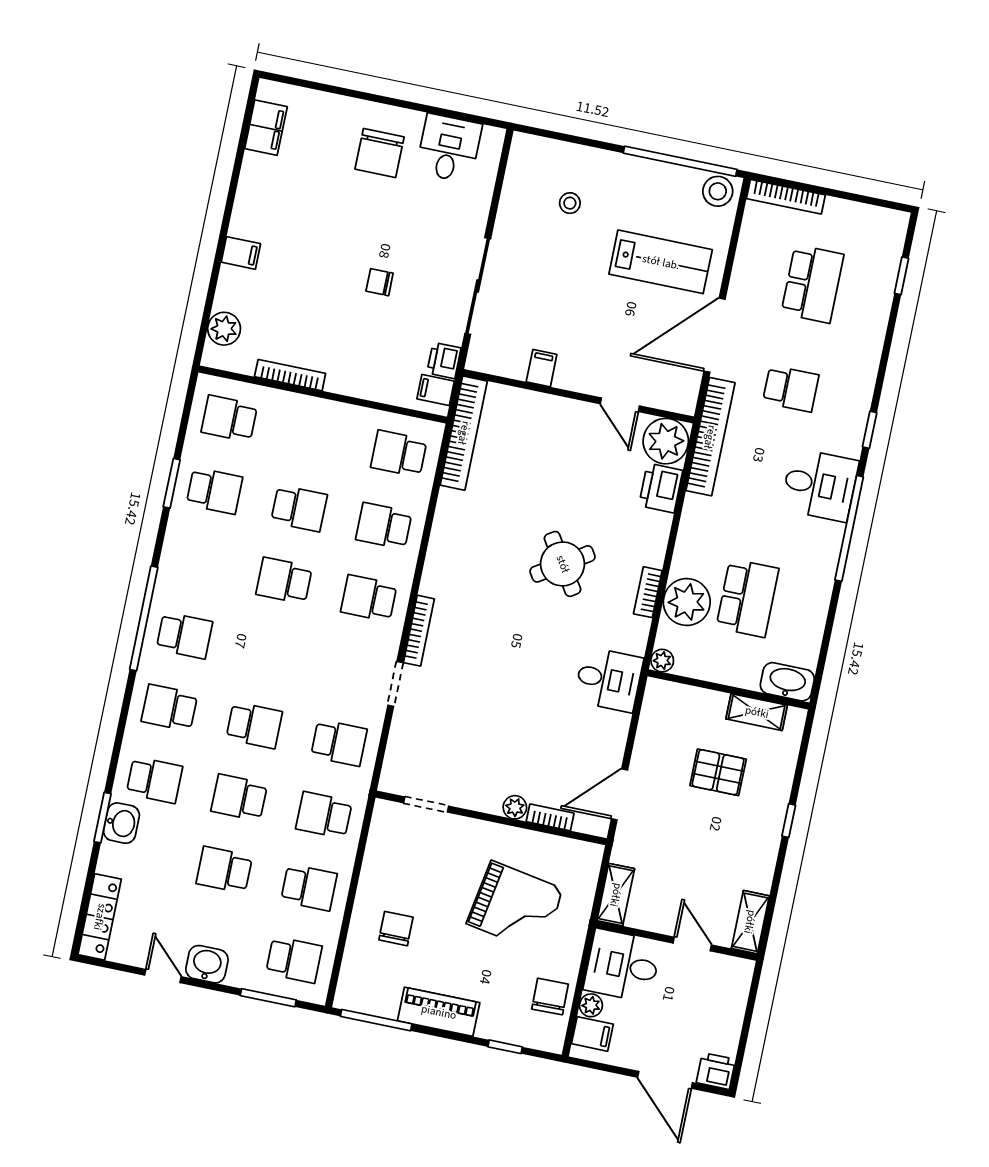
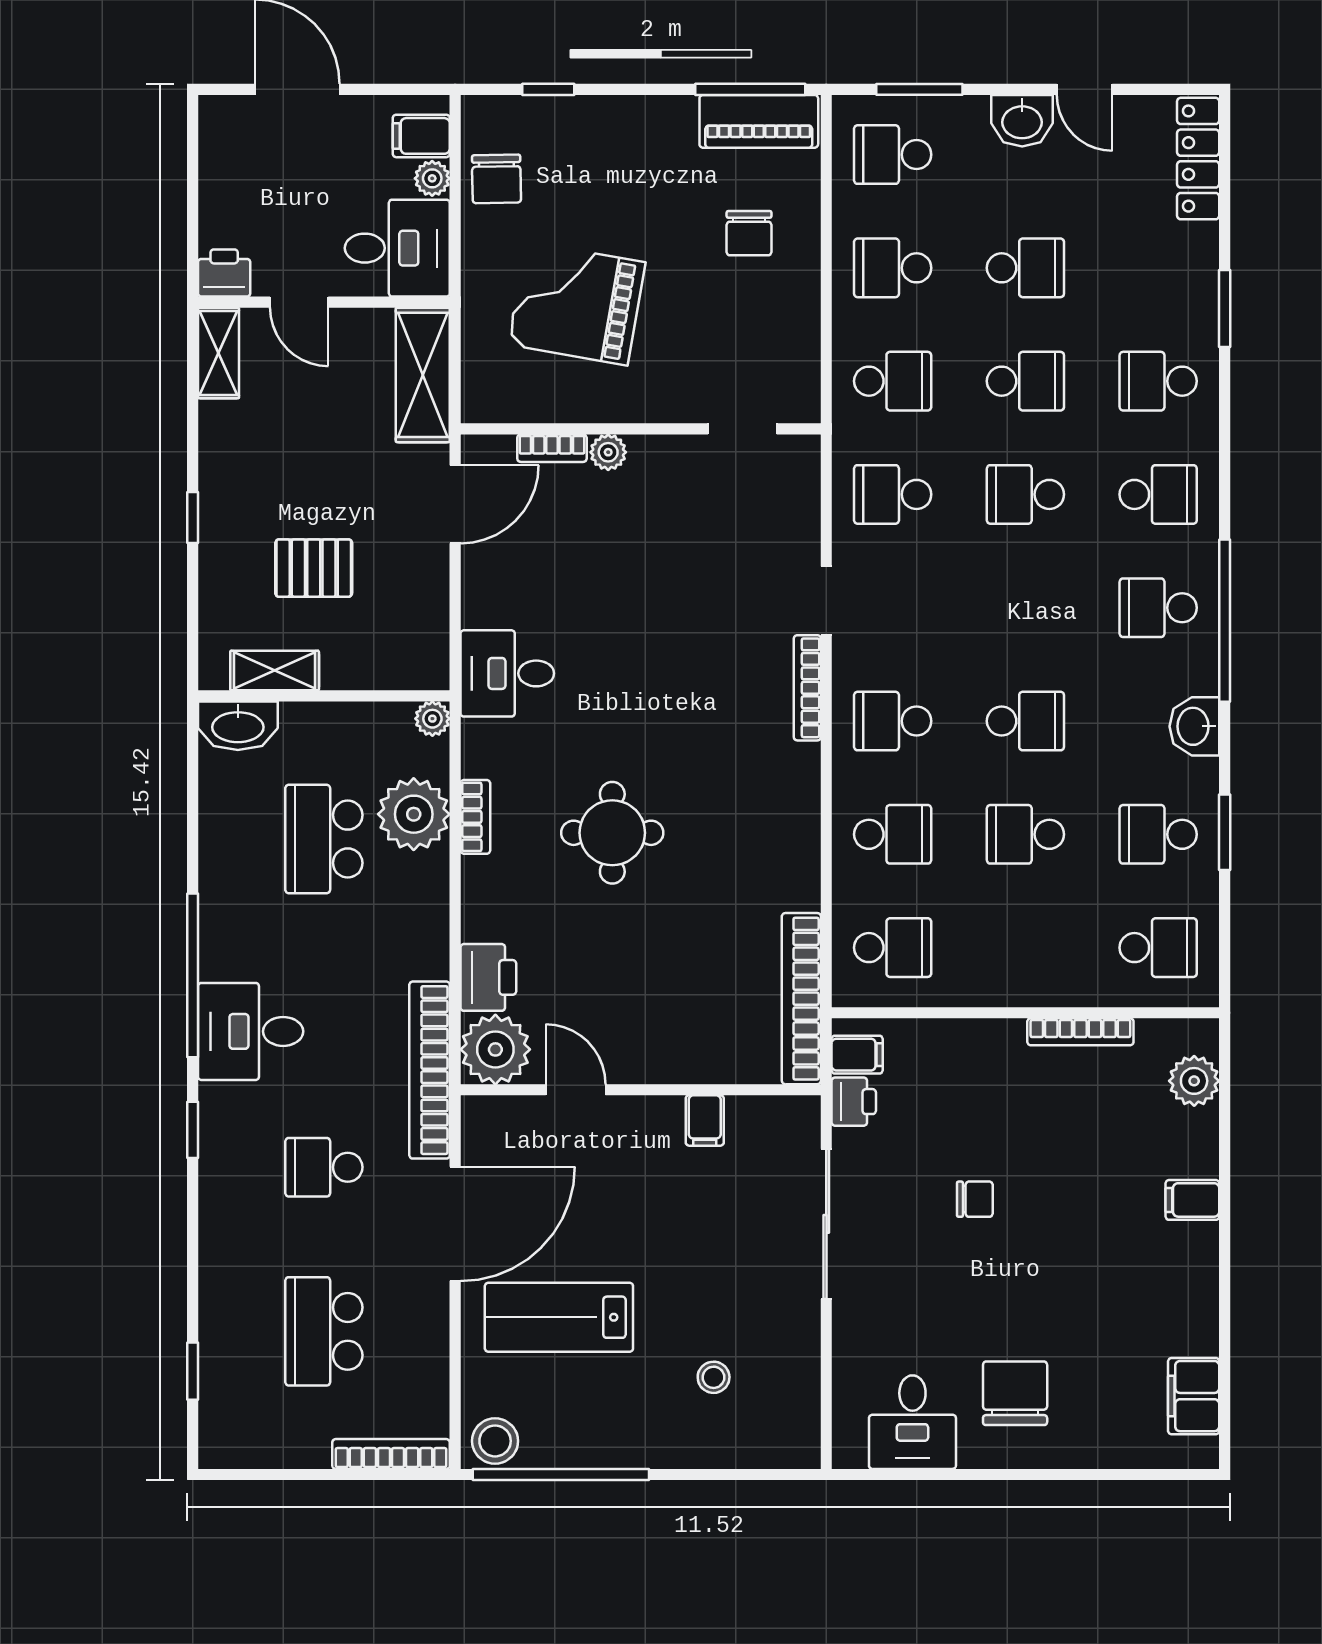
round table: (563, 564) -> (612, 833), turned 33
school desk: (369, 598) -> (893, 721), turned 180
washbasin: (121, 823) -> (1194, 726), moved
shelving: (616, 895) -> (423, 375), width x1.50, depth x1.33
piano: (439, 1012) -> (759, 121), moved
printer: (716, 1071) -> (224, 273), moved, turned 180

